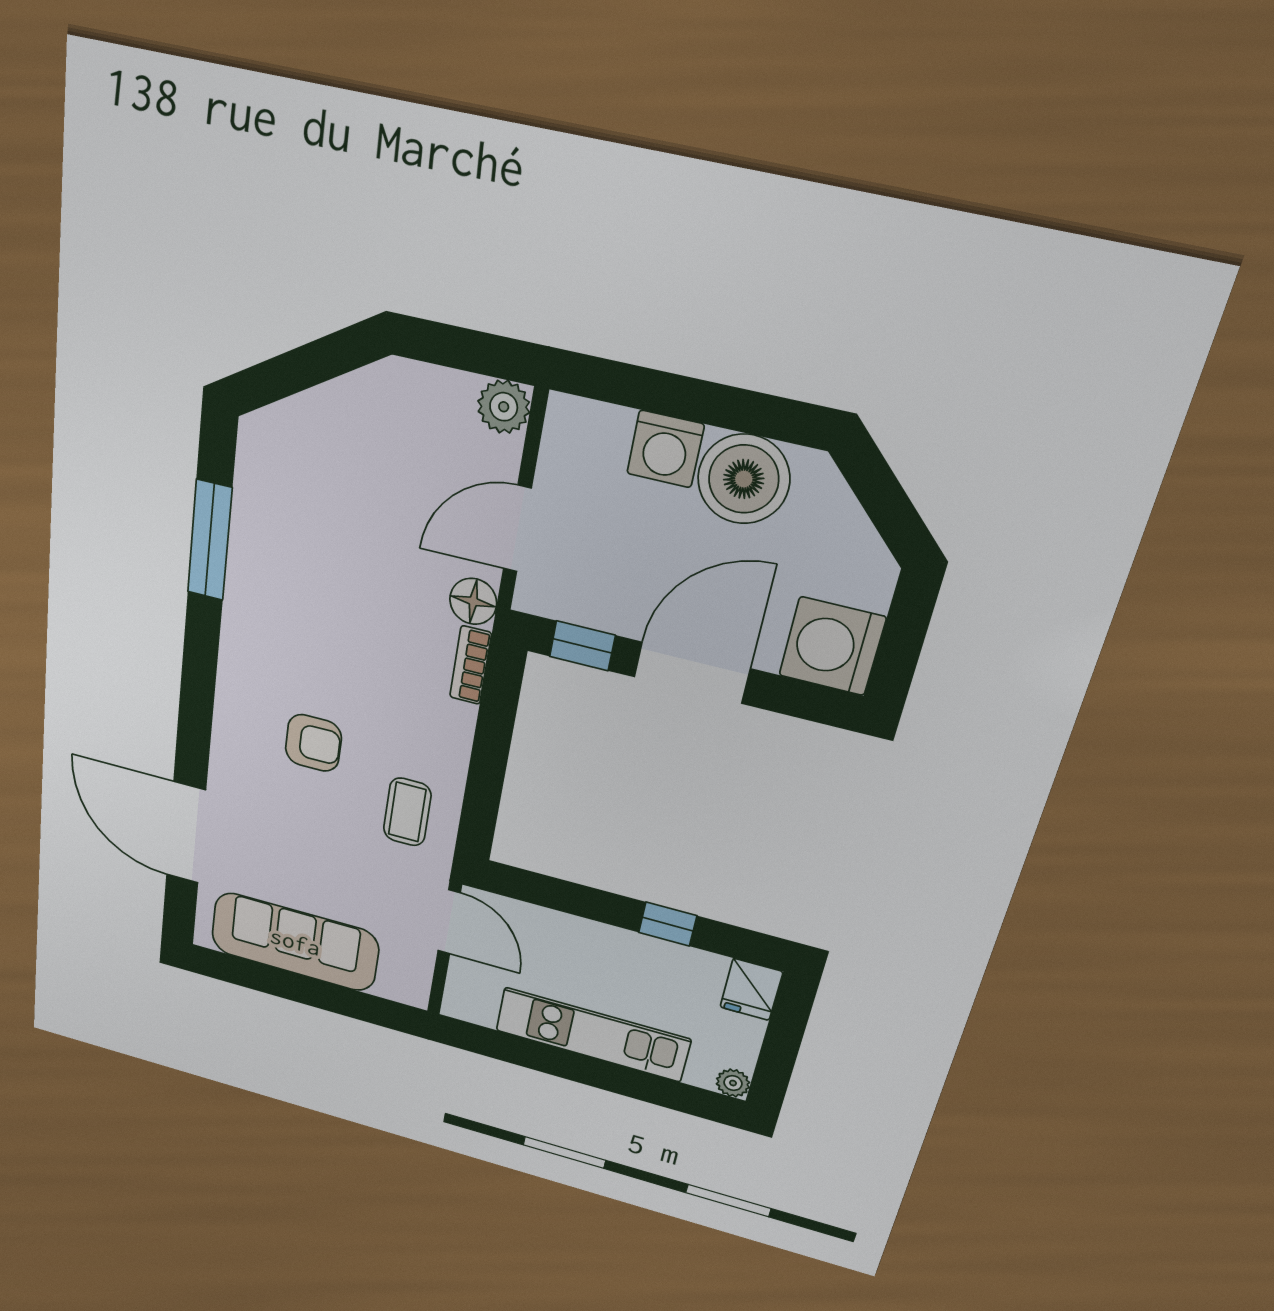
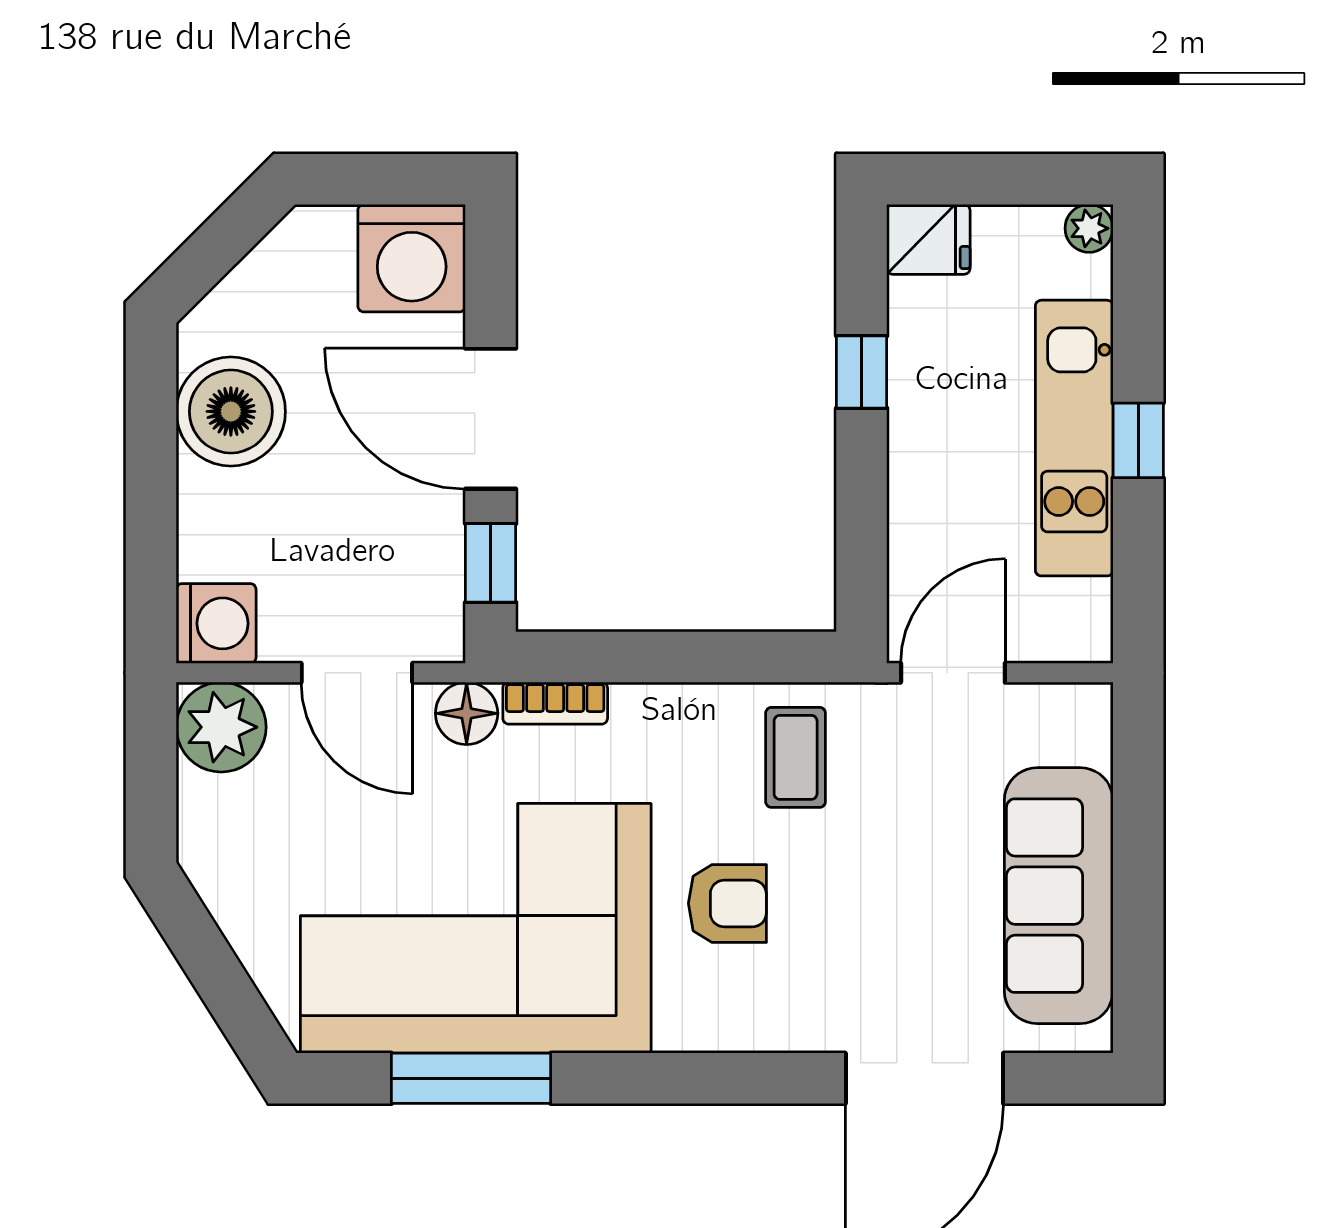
plant: (504, 407) -> (221, 727), width x1.36, depth x1.36
washing machine: (665, 449) -> (216, 623), moved
corner sofa: (316, 570) -> (476, 928), added
armchair: (313, 743) -> (727, 903), turned 90
coffee table: (407, 812) -> (796, 757), turned 90
window: (583, 1069) -> (1138, 440), added

